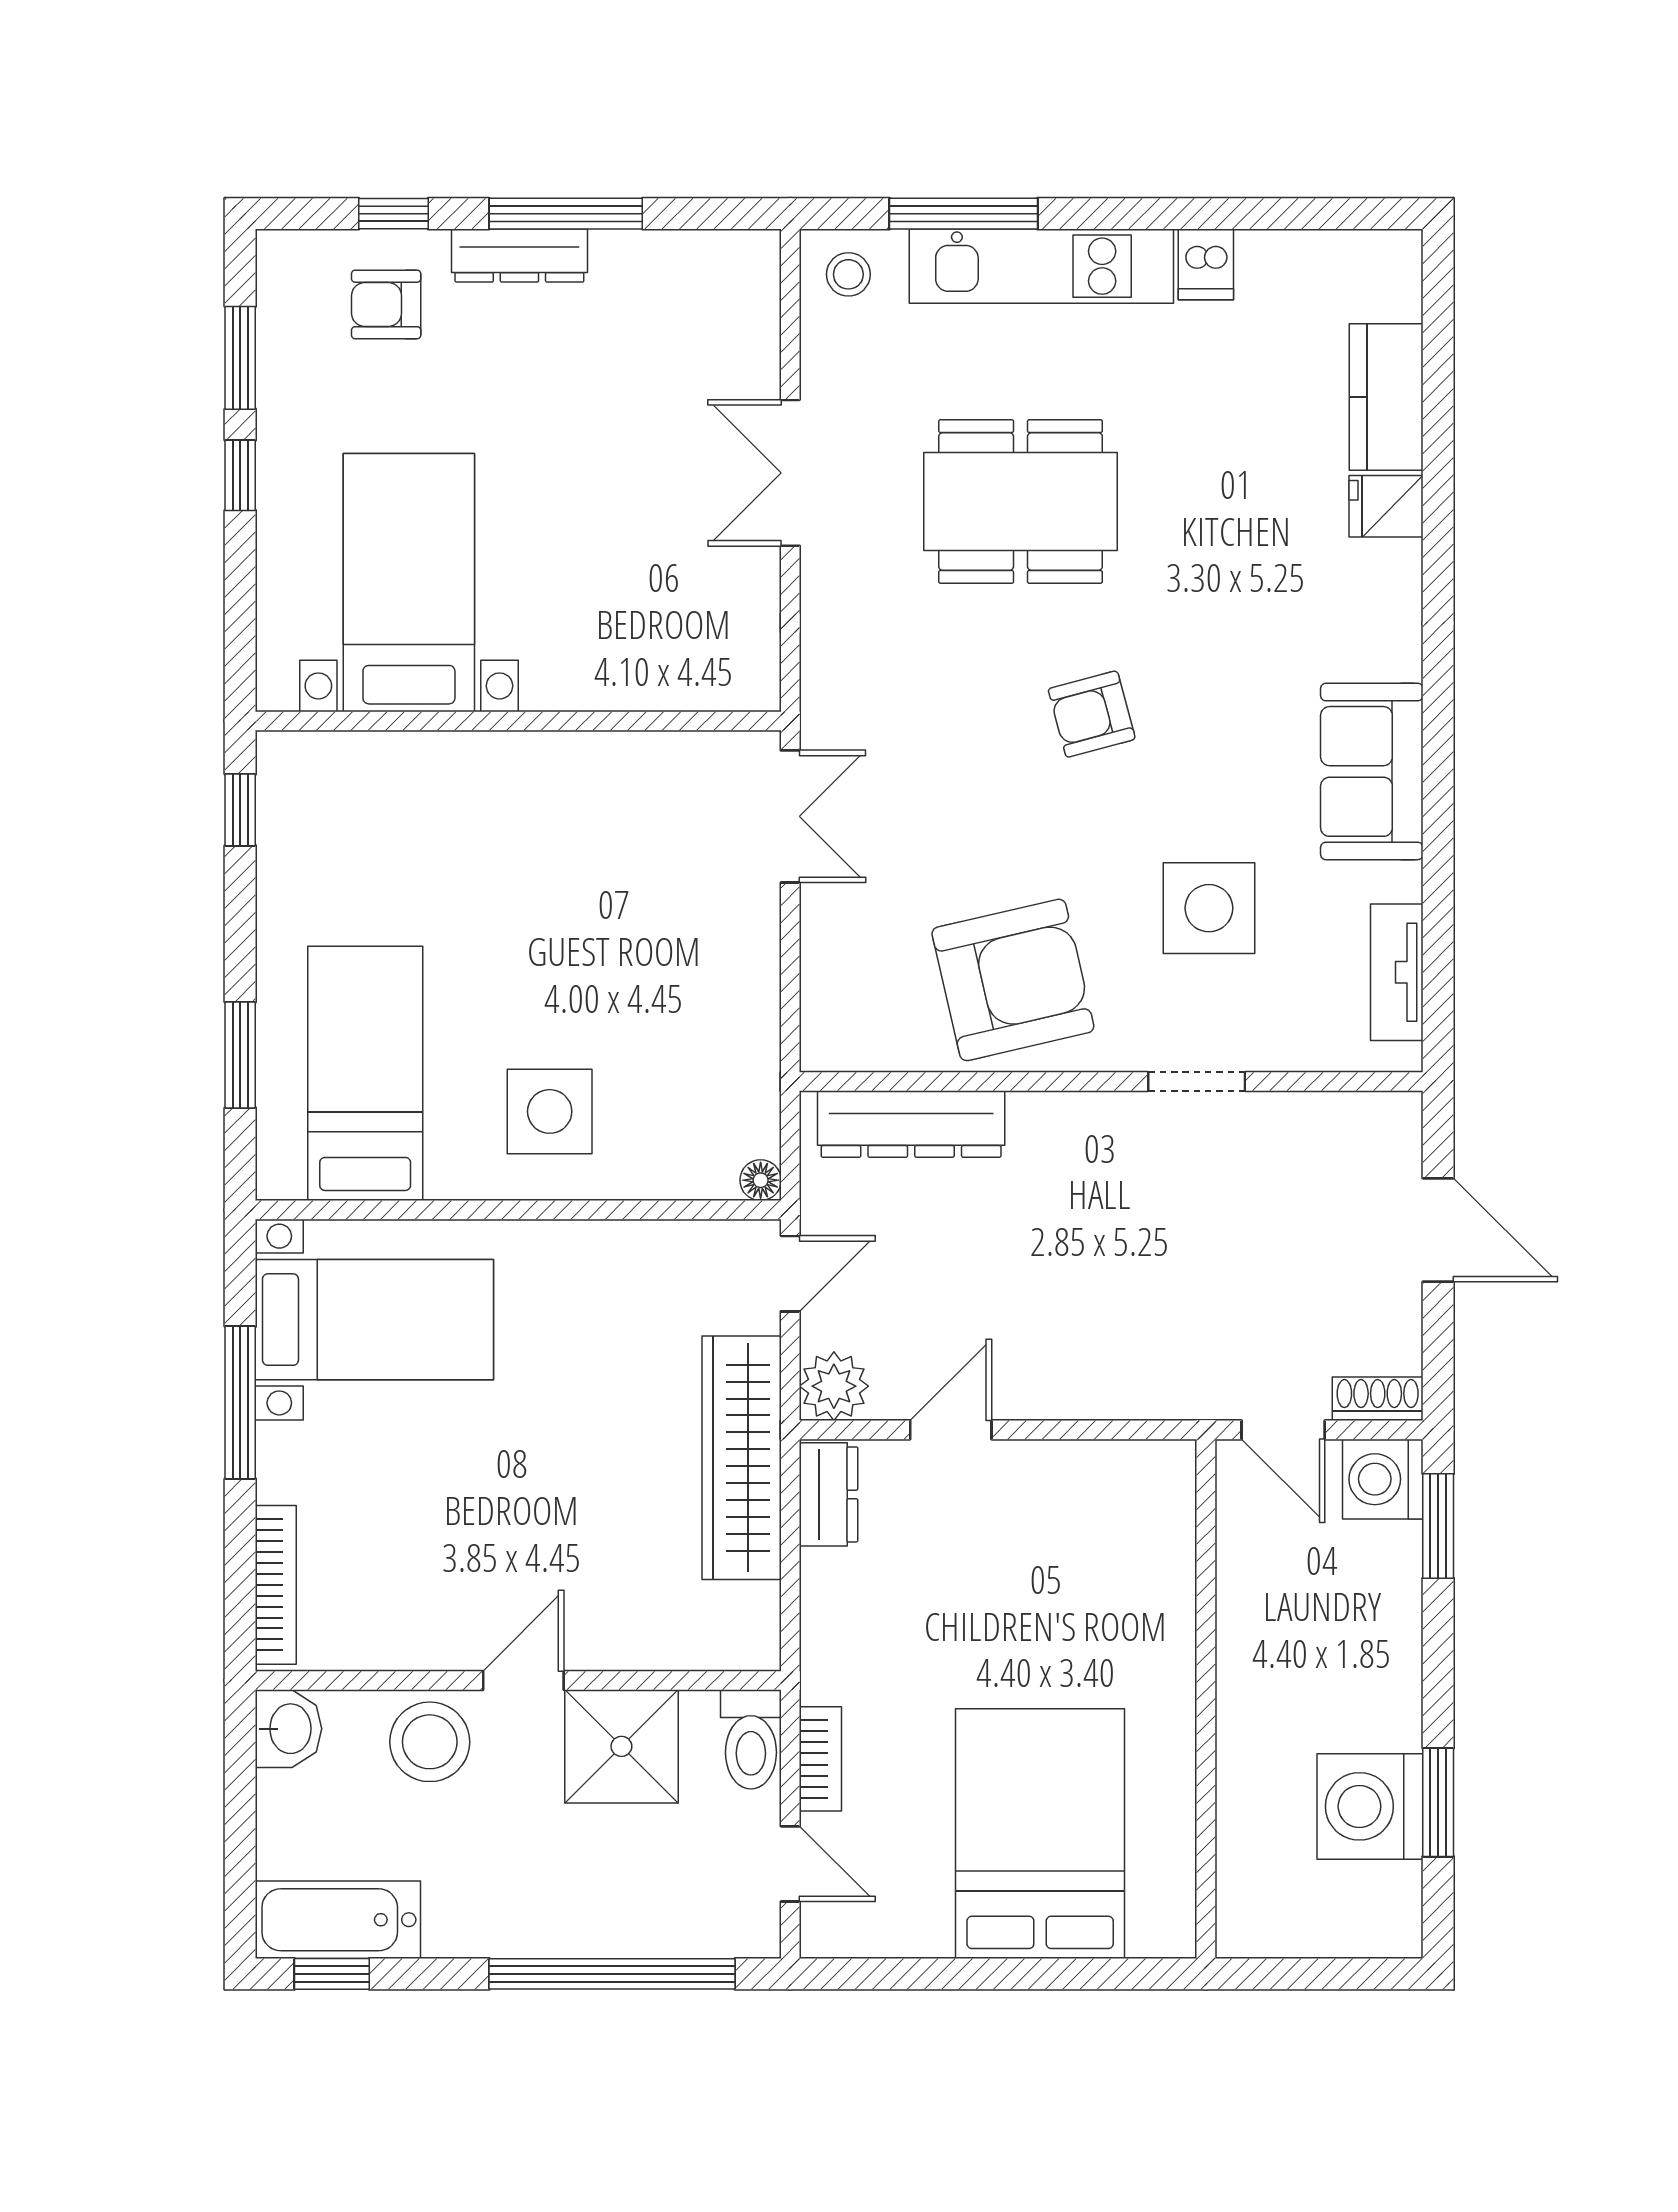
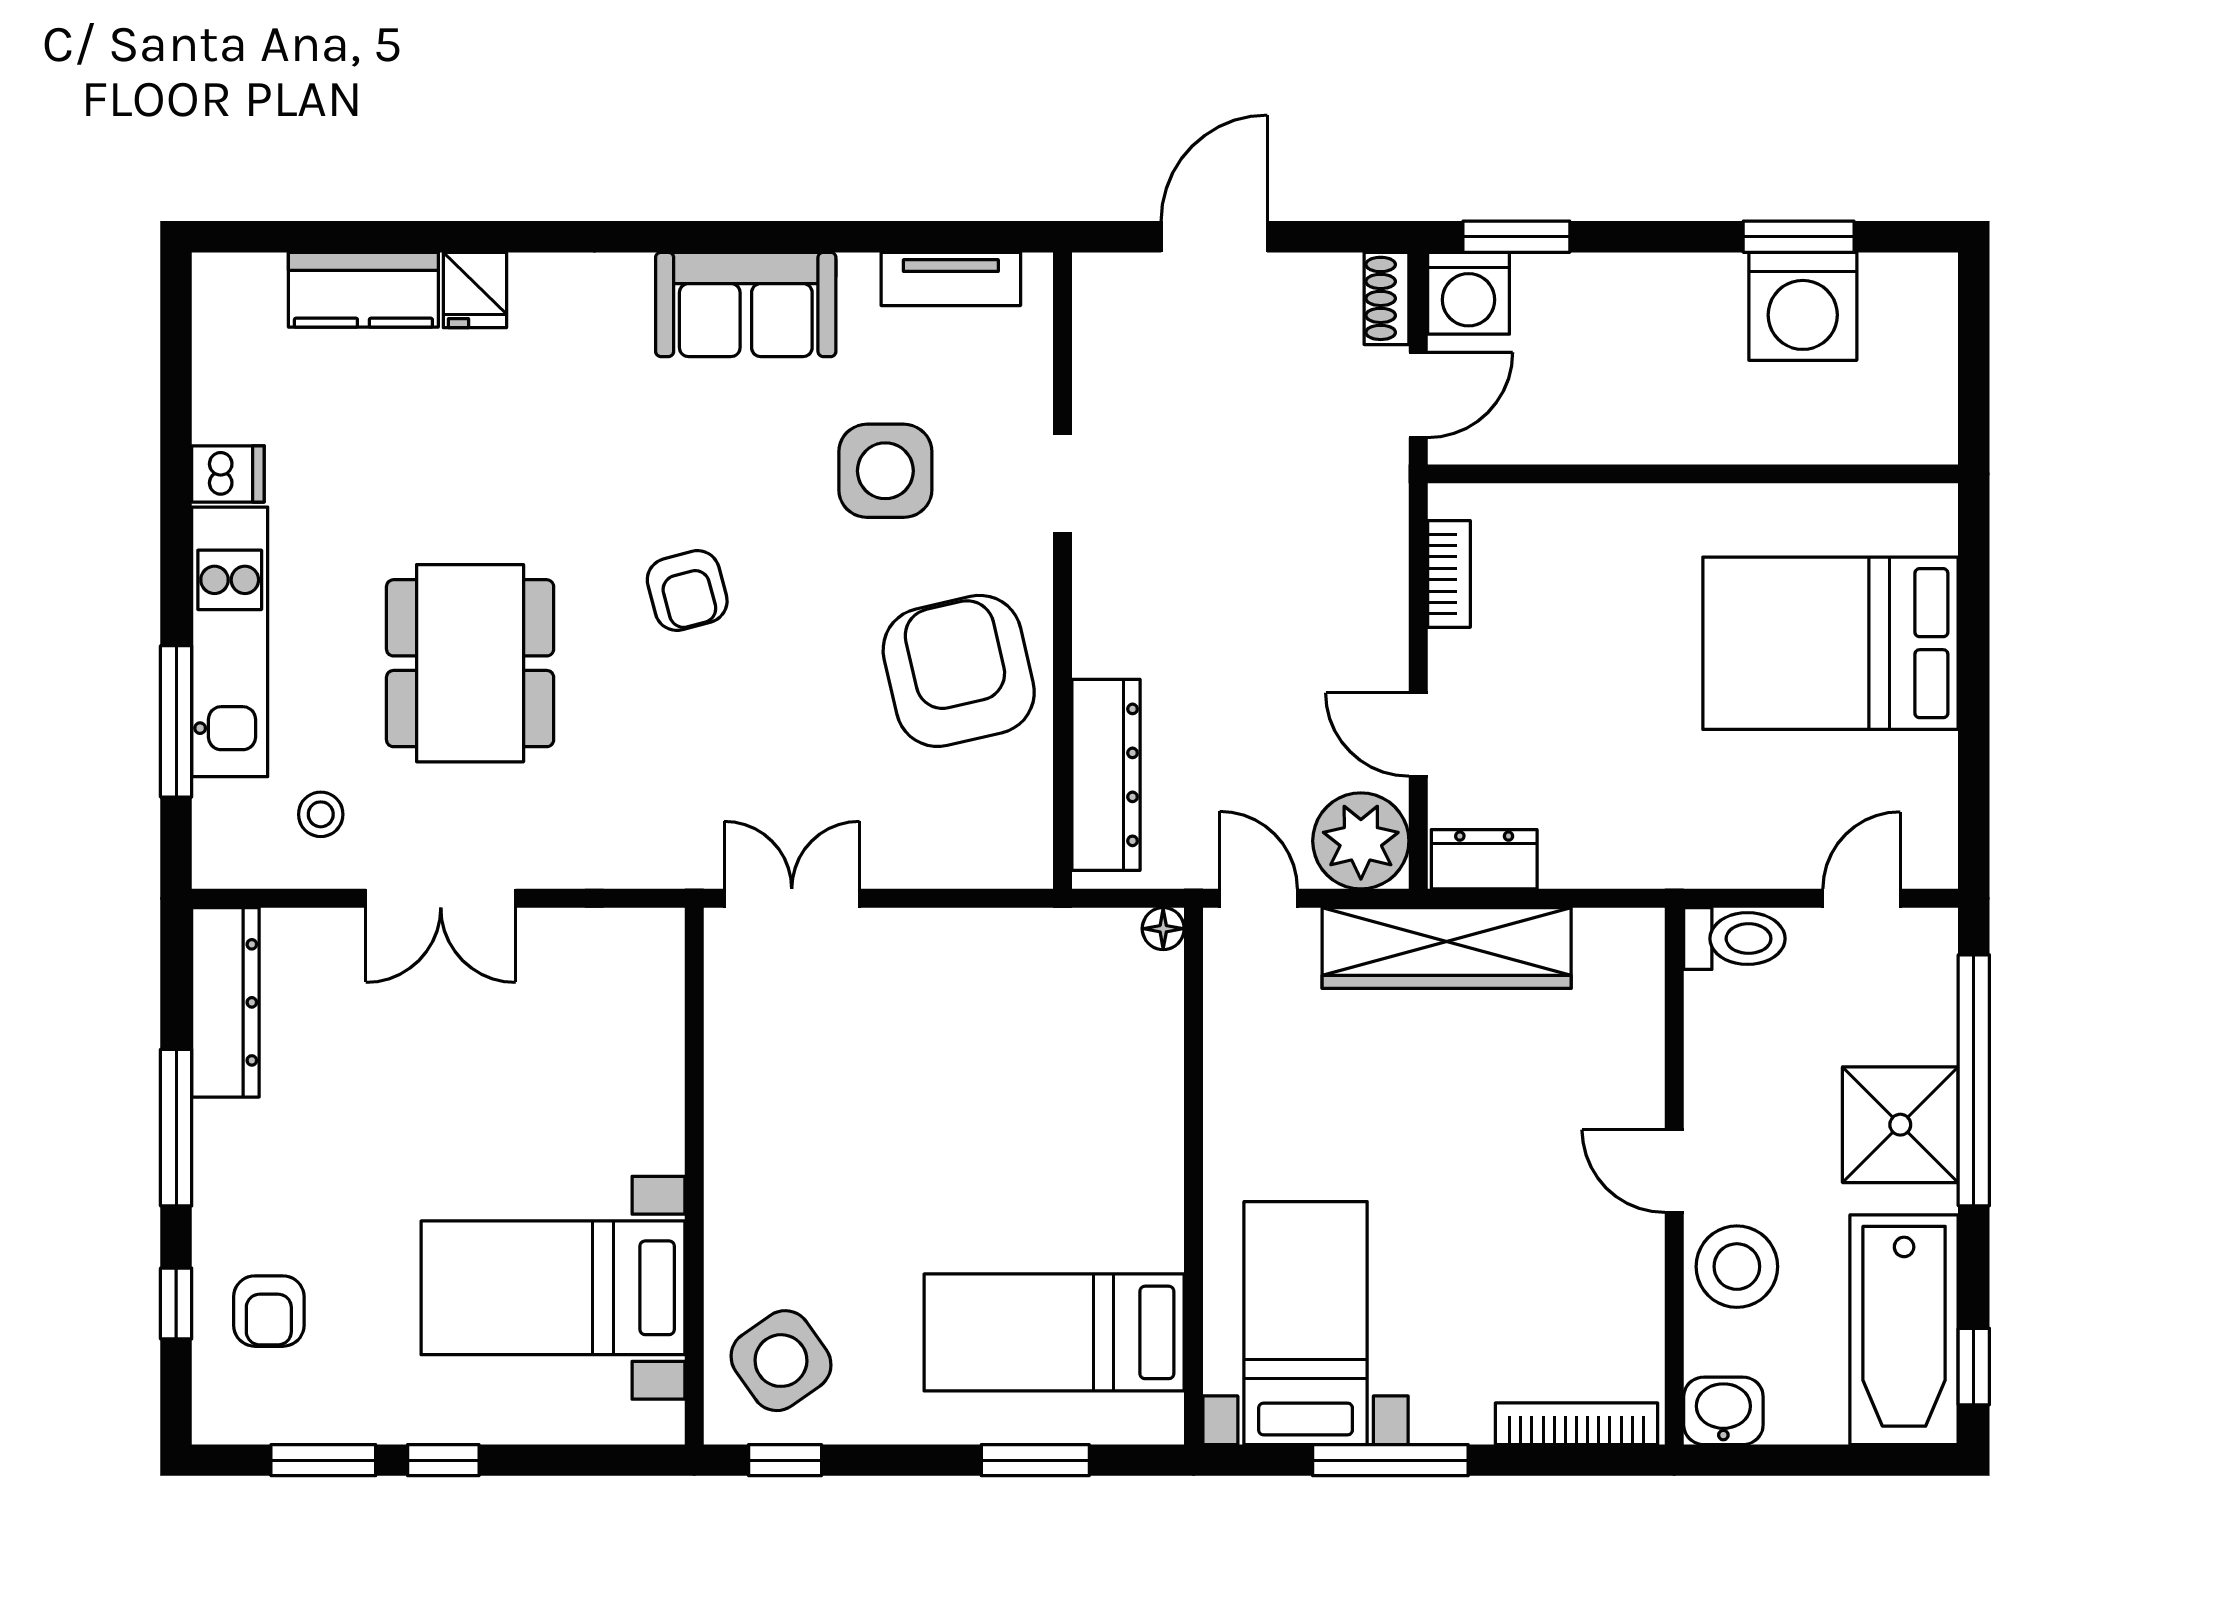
dresser: (519, 255) -> (225, 1002), moved, width x1.37, depth x1.24
stool: (848, 274) -> (321, 814), moved
side table: (550, 1111) -> (781, 1361), moved, turned -35
plant: (834, 1386) -> (1361, 841), width x1.36, depth x1.36
shower: (621, 1746) -> (1900, 1125), moved
bookcase: (820, 1759) -> (1449, 574), moved, turned 90
bathtub: (338, 1920) -> (1904, 1330), width x1.36, depth x1.36

